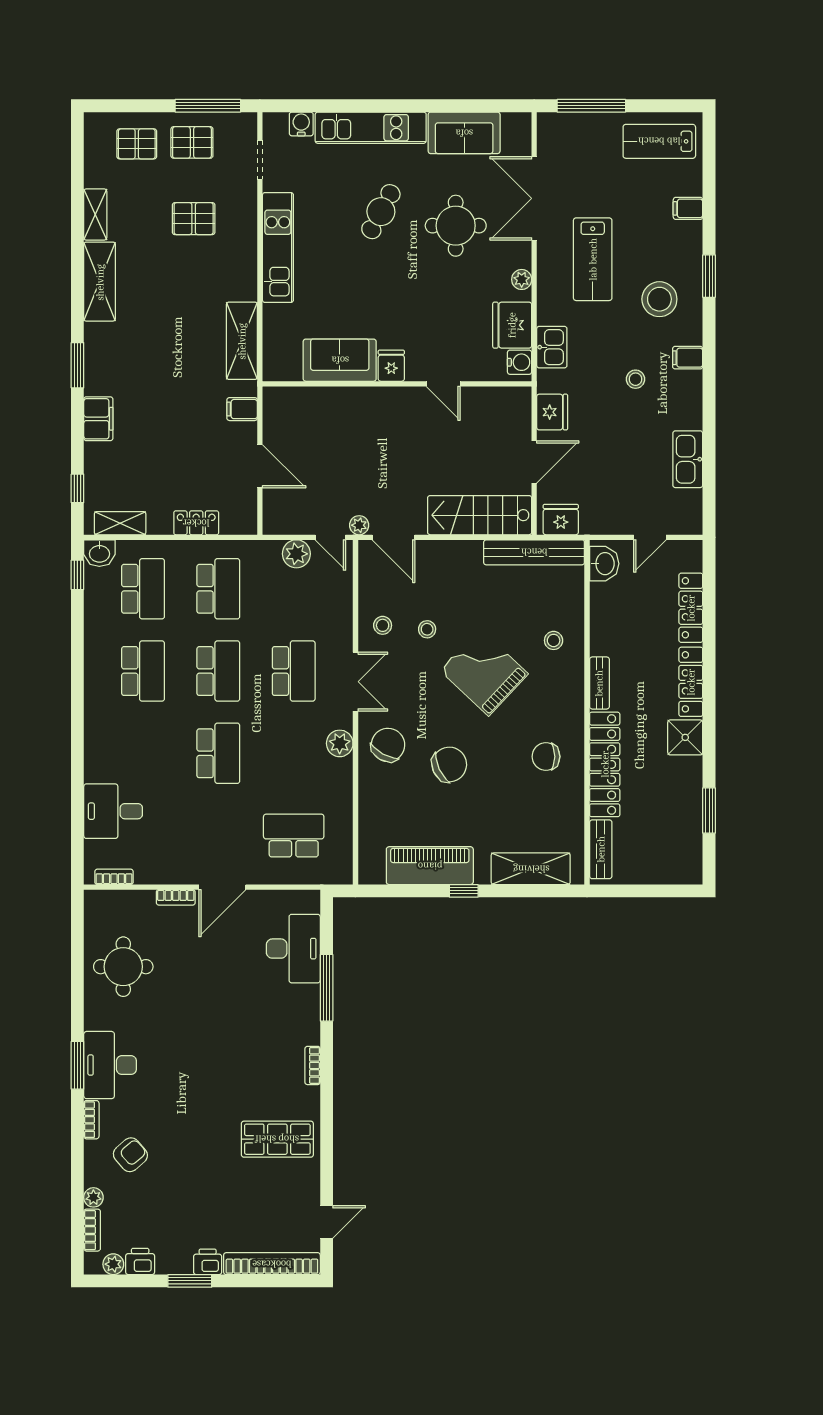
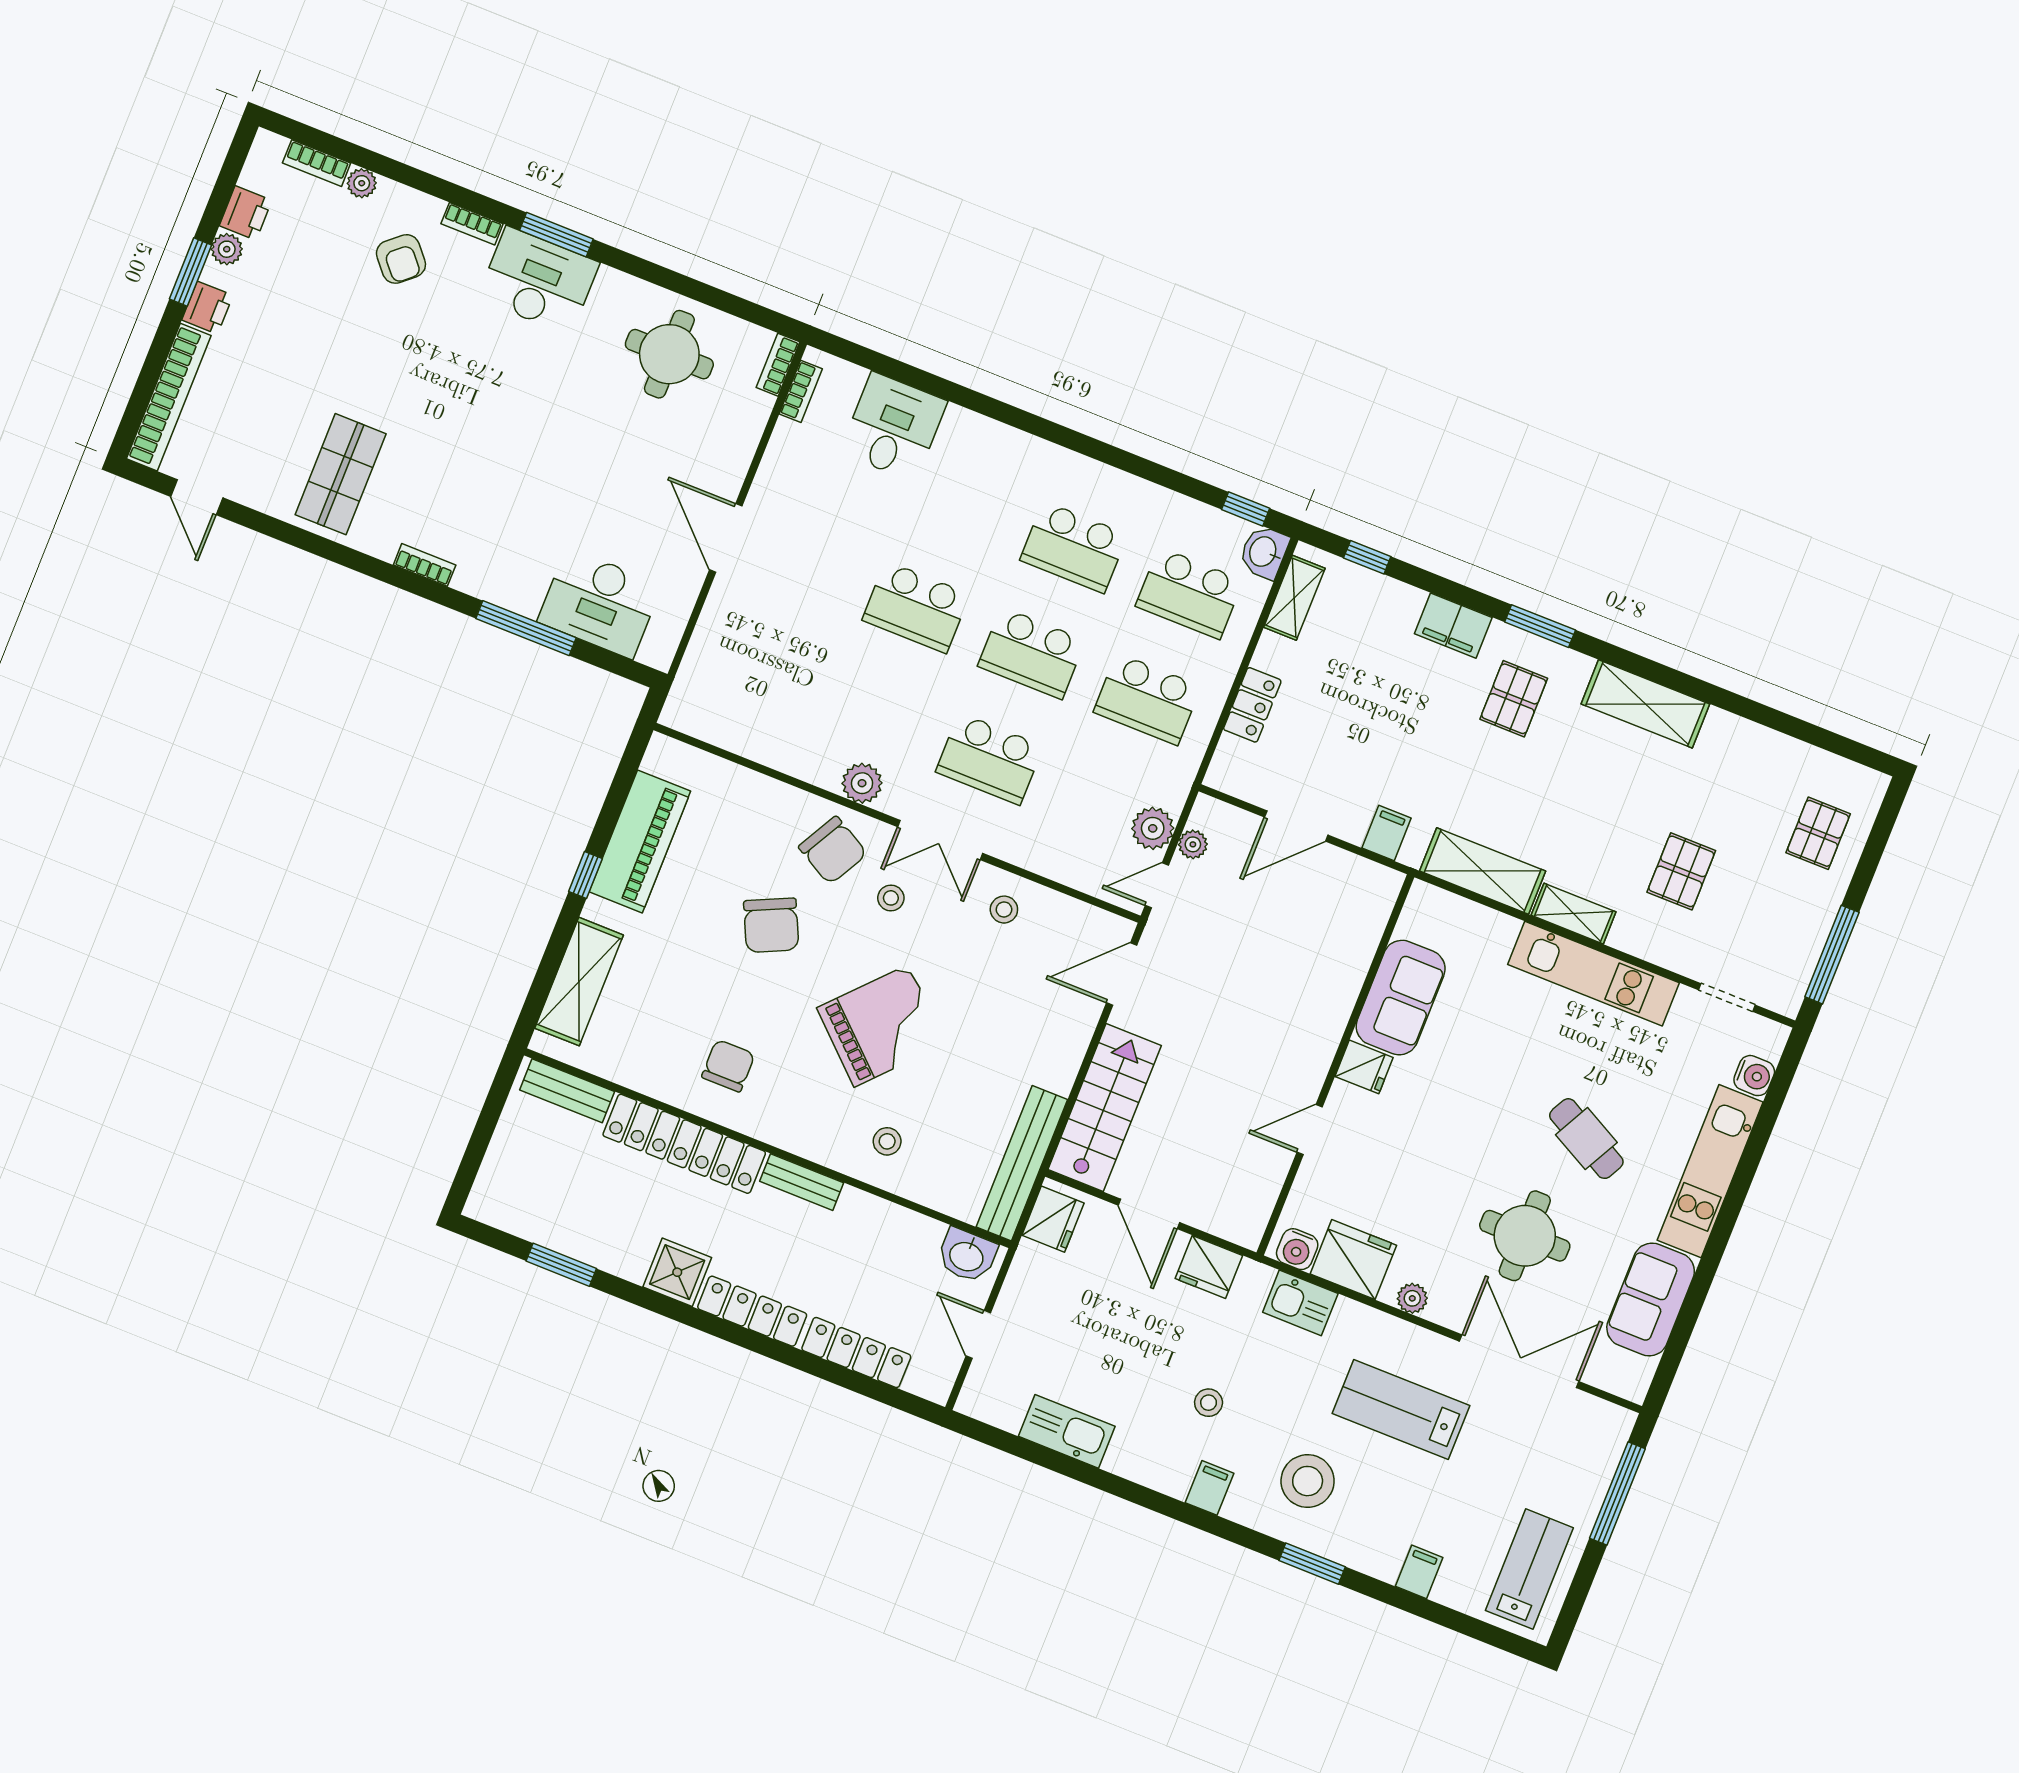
pallet: (192, 142) -> (1514, 699), moved
shelving: (95, 215) -> (1574, 914), moved
plant: (359, 525) -> (1193, 844), moved
stool: (427, 629) -> (891, 898), moved
school desk: (294, 836) -> (758, 667), removed
bookcase: (176, 897) -> (778, 365), moved
plant: (113, 1264) -> (227, 249), moved

